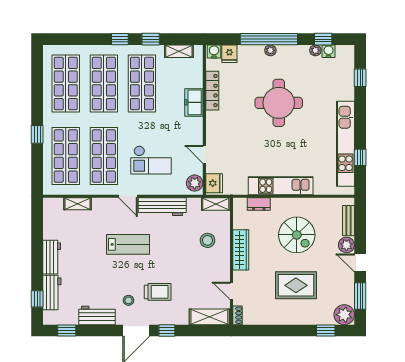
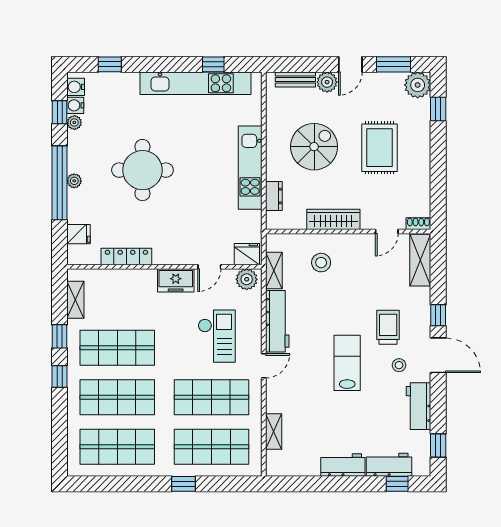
water cooler: (214, 51) -> (76, 87), moved
freezer: (194, 102) -> (176, 280), moved
shelving: (216, 204) -> (274, 270), moved
lab bench: (128, 244) -> (347, 363), moved

